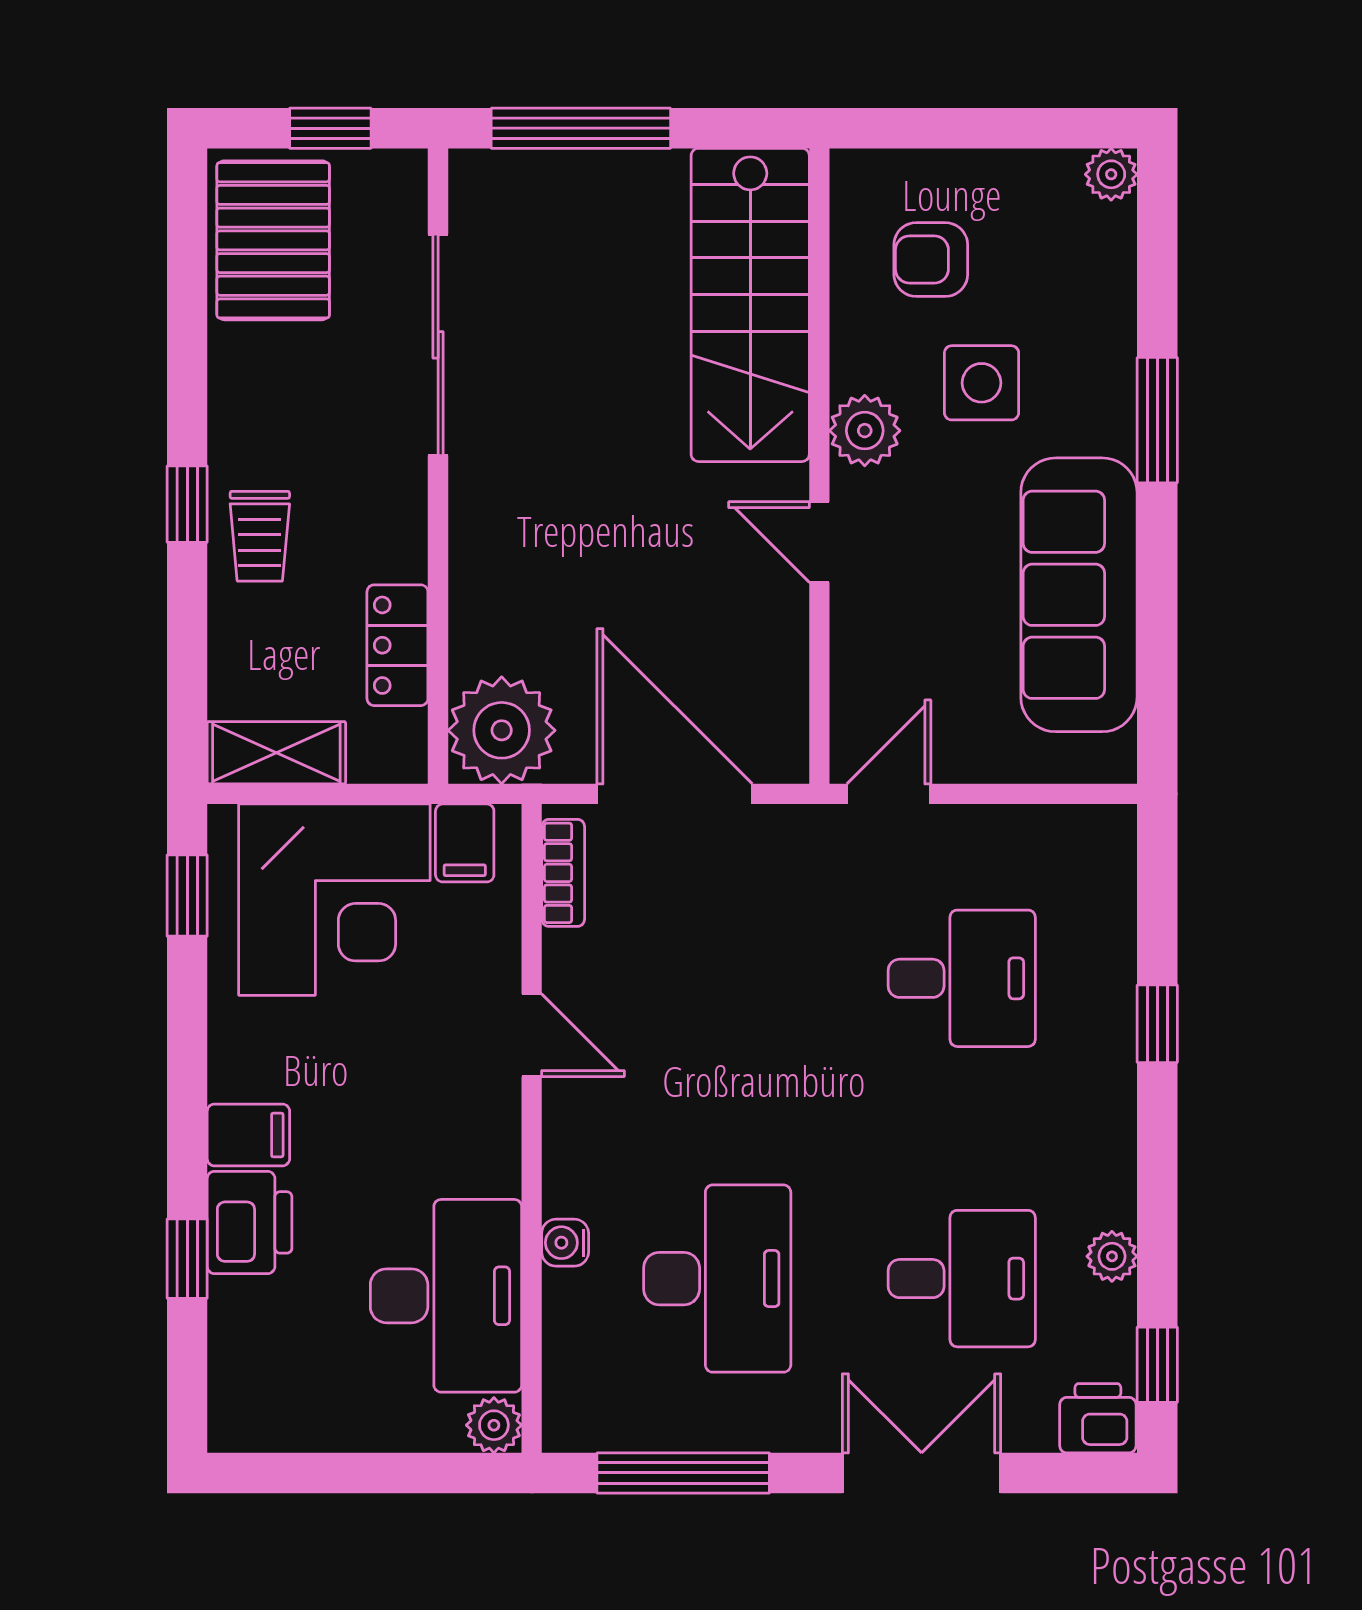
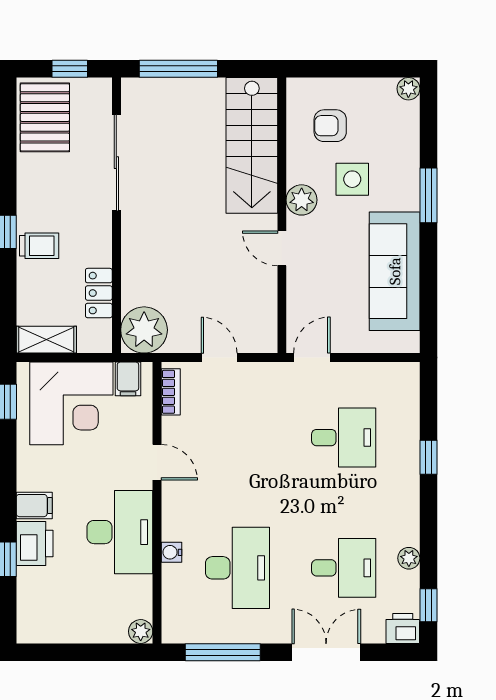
trolley: (260, 536) -> (39, 246), turned -90
door: (675, 794) -> (219, 358), width x0.53
desk: (446, 1296) -> (120, 532), moved

